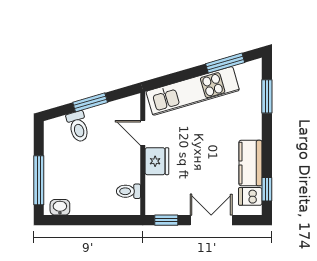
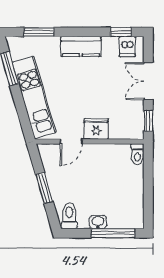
toilet: (78, 127) -> (69, 216), moved, turned -74
kitchen counter: (250, 163) -> (81, 46), moved
toilet: (128, 191) -> (137, 154), moved
washbasin: (60, 207) -> (98, 222), moved, turned 90

